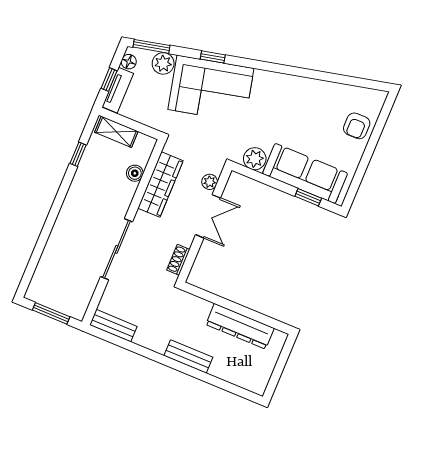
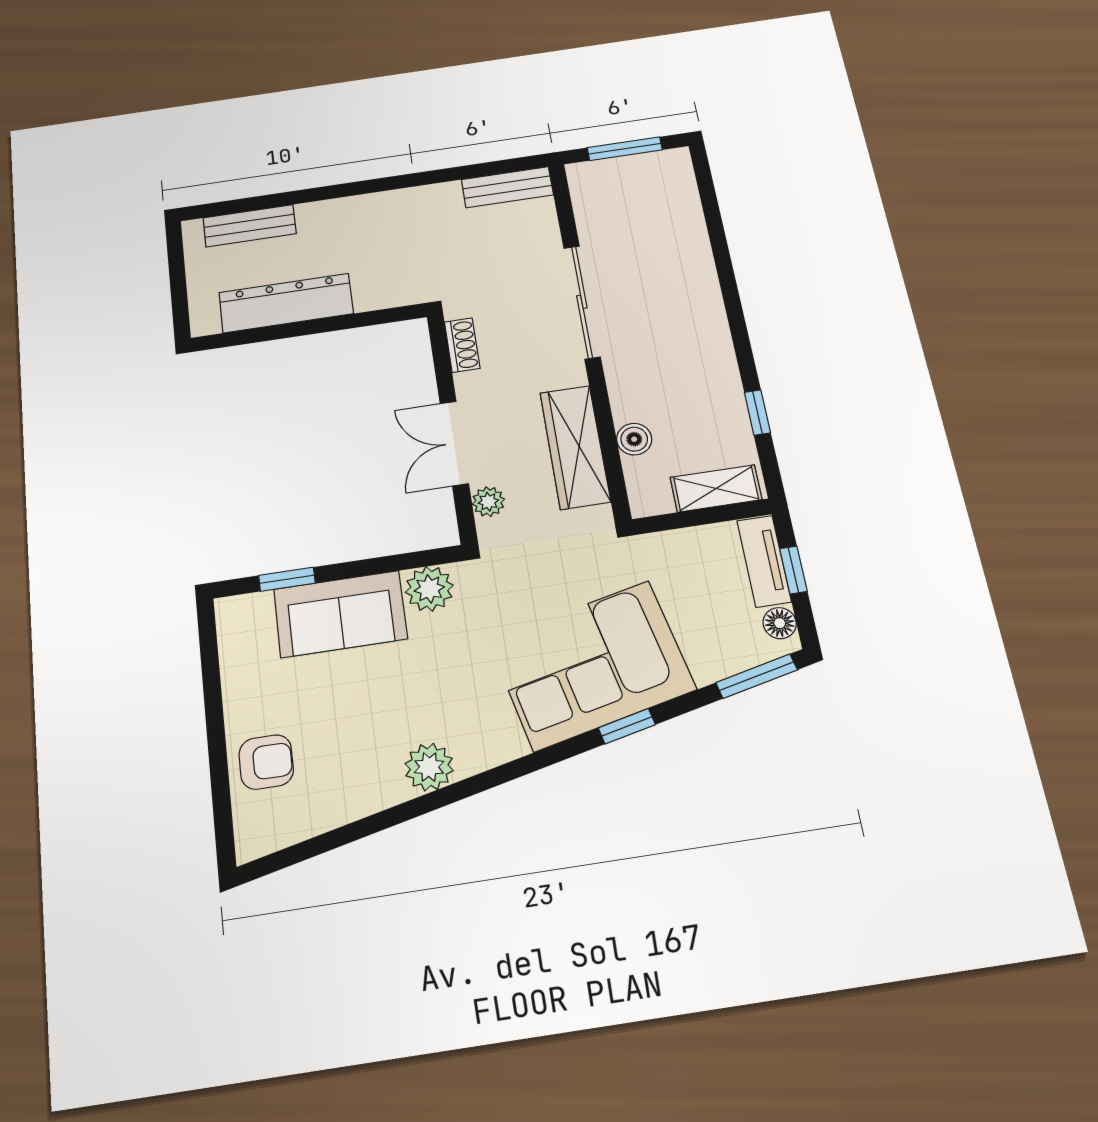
plant: (163, 63) -> (429, 767), moved
armchair: (357, 126) -> (266, 762), turned 90
sofa: (305, 173) -> (340, 614), width x0.73
bench: (188, 356) -> (250, 226), moved

